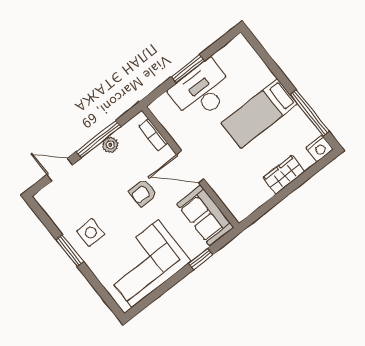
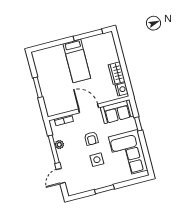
desk: (202, 91) -> (52, 85), removed
nightstand: (320, 148) -> (122, 89), moved
door: (190, 167) -> (89, 108), swing flipped
wardrobe: (284, 175) -> (117, 73), moved
side table: (91, 233) -> (97, 160), moved

